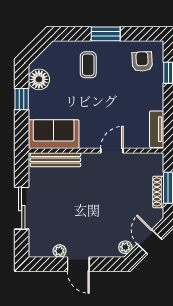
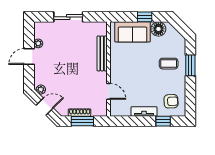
window: (106, 34) -> (190, 65), moved
tv unit: (157, 129) -> (144, 111), moved
sofa: (54, 134) -> (132, 32), moved, turned 90
door: (112, 151) -> (108, 91), moved
bench: (55, 160) -> (102, 53), moved

